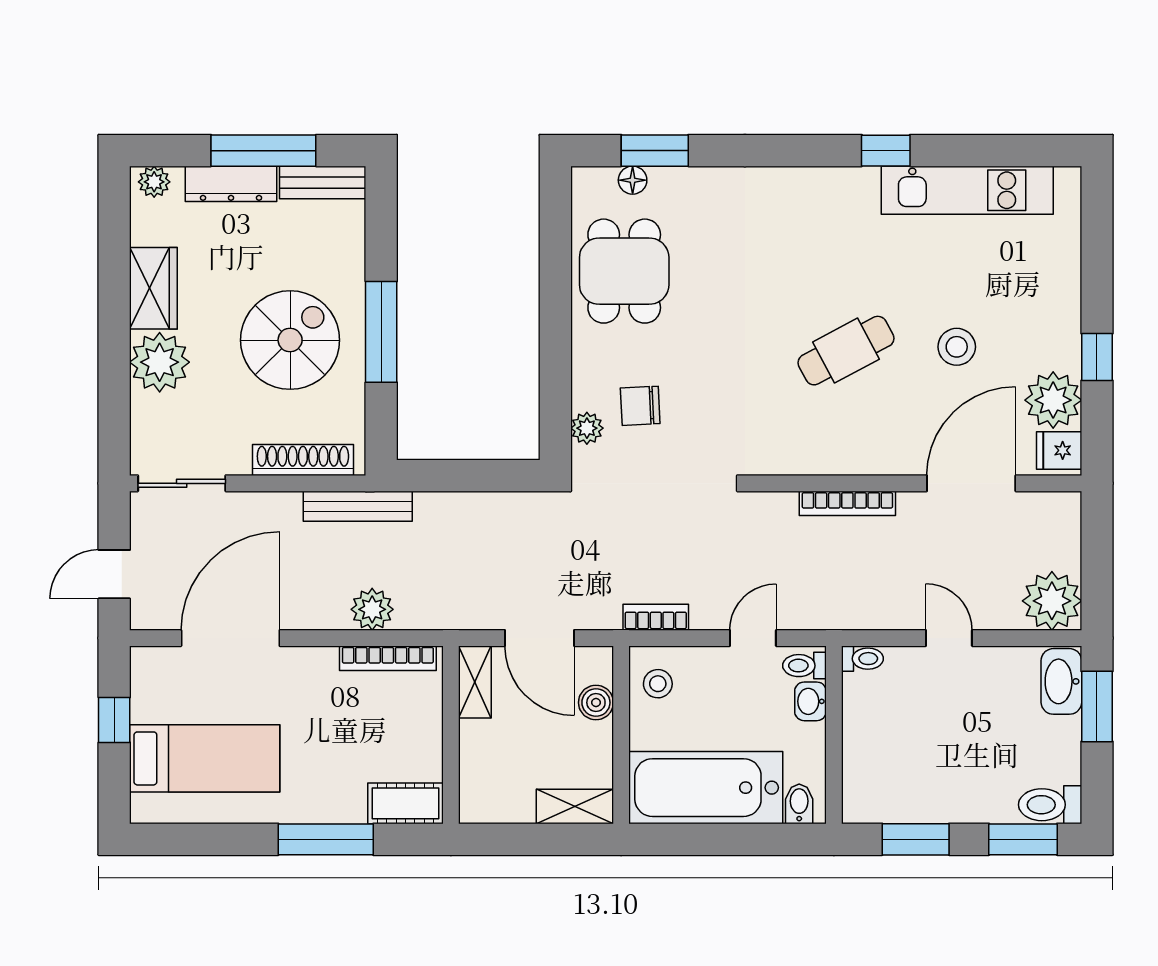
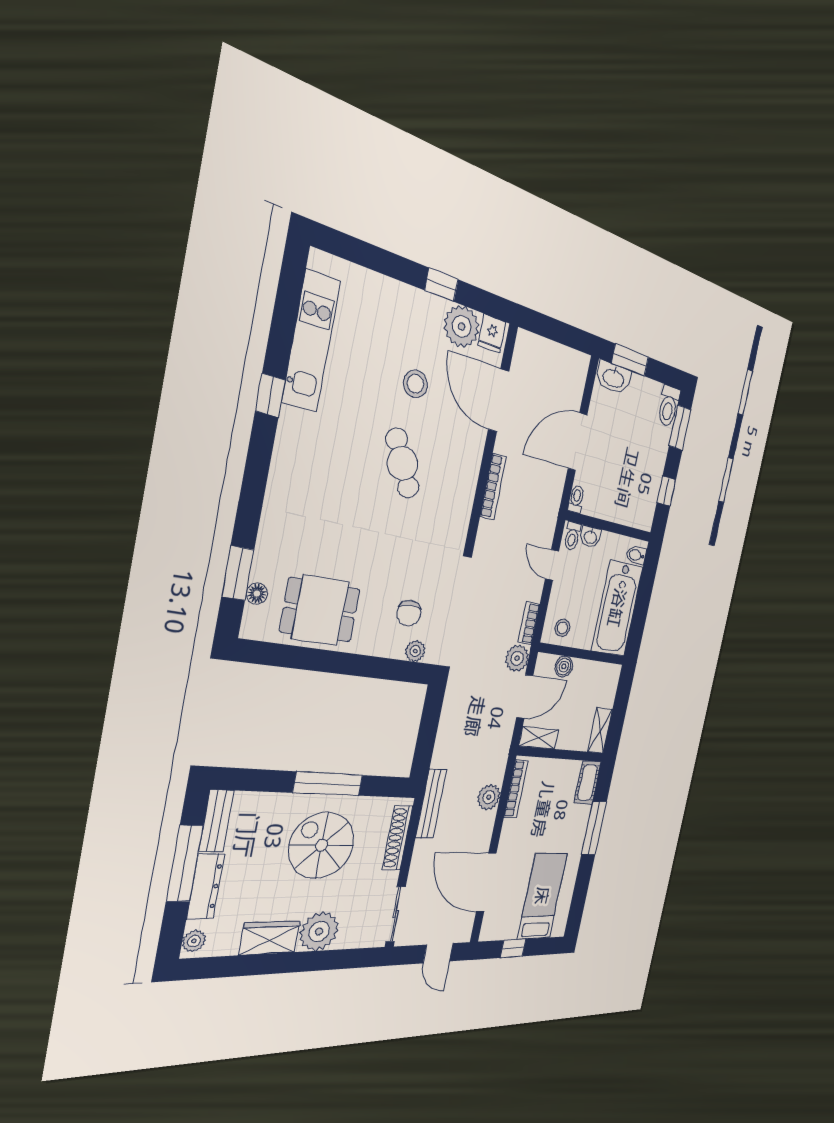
plant: (1052, 601) -> (517, 658), moved, width x0.73, depth x0.73
door: (949, 638) -> (578, 442), width x1.88
shelving: (575, 806) -> (600, 731), moved
window: (916, 839) -> (666, 491), width x0.67

